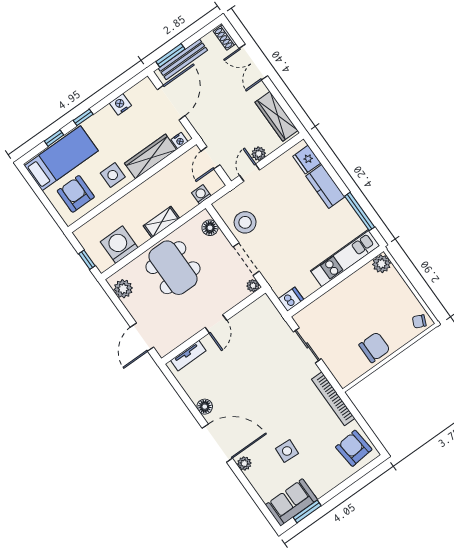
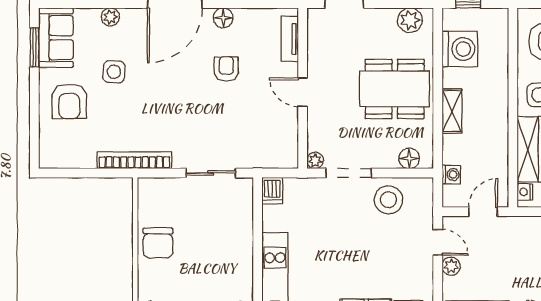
door: (210, 158) -> (483, 212), hinge flipped
armchair: (235, 382) -> (226, 69), added
armchair: (354, 448) -> (69, 101), moved, turned 96
plant: (244, 463) -> (110, 17), moved

